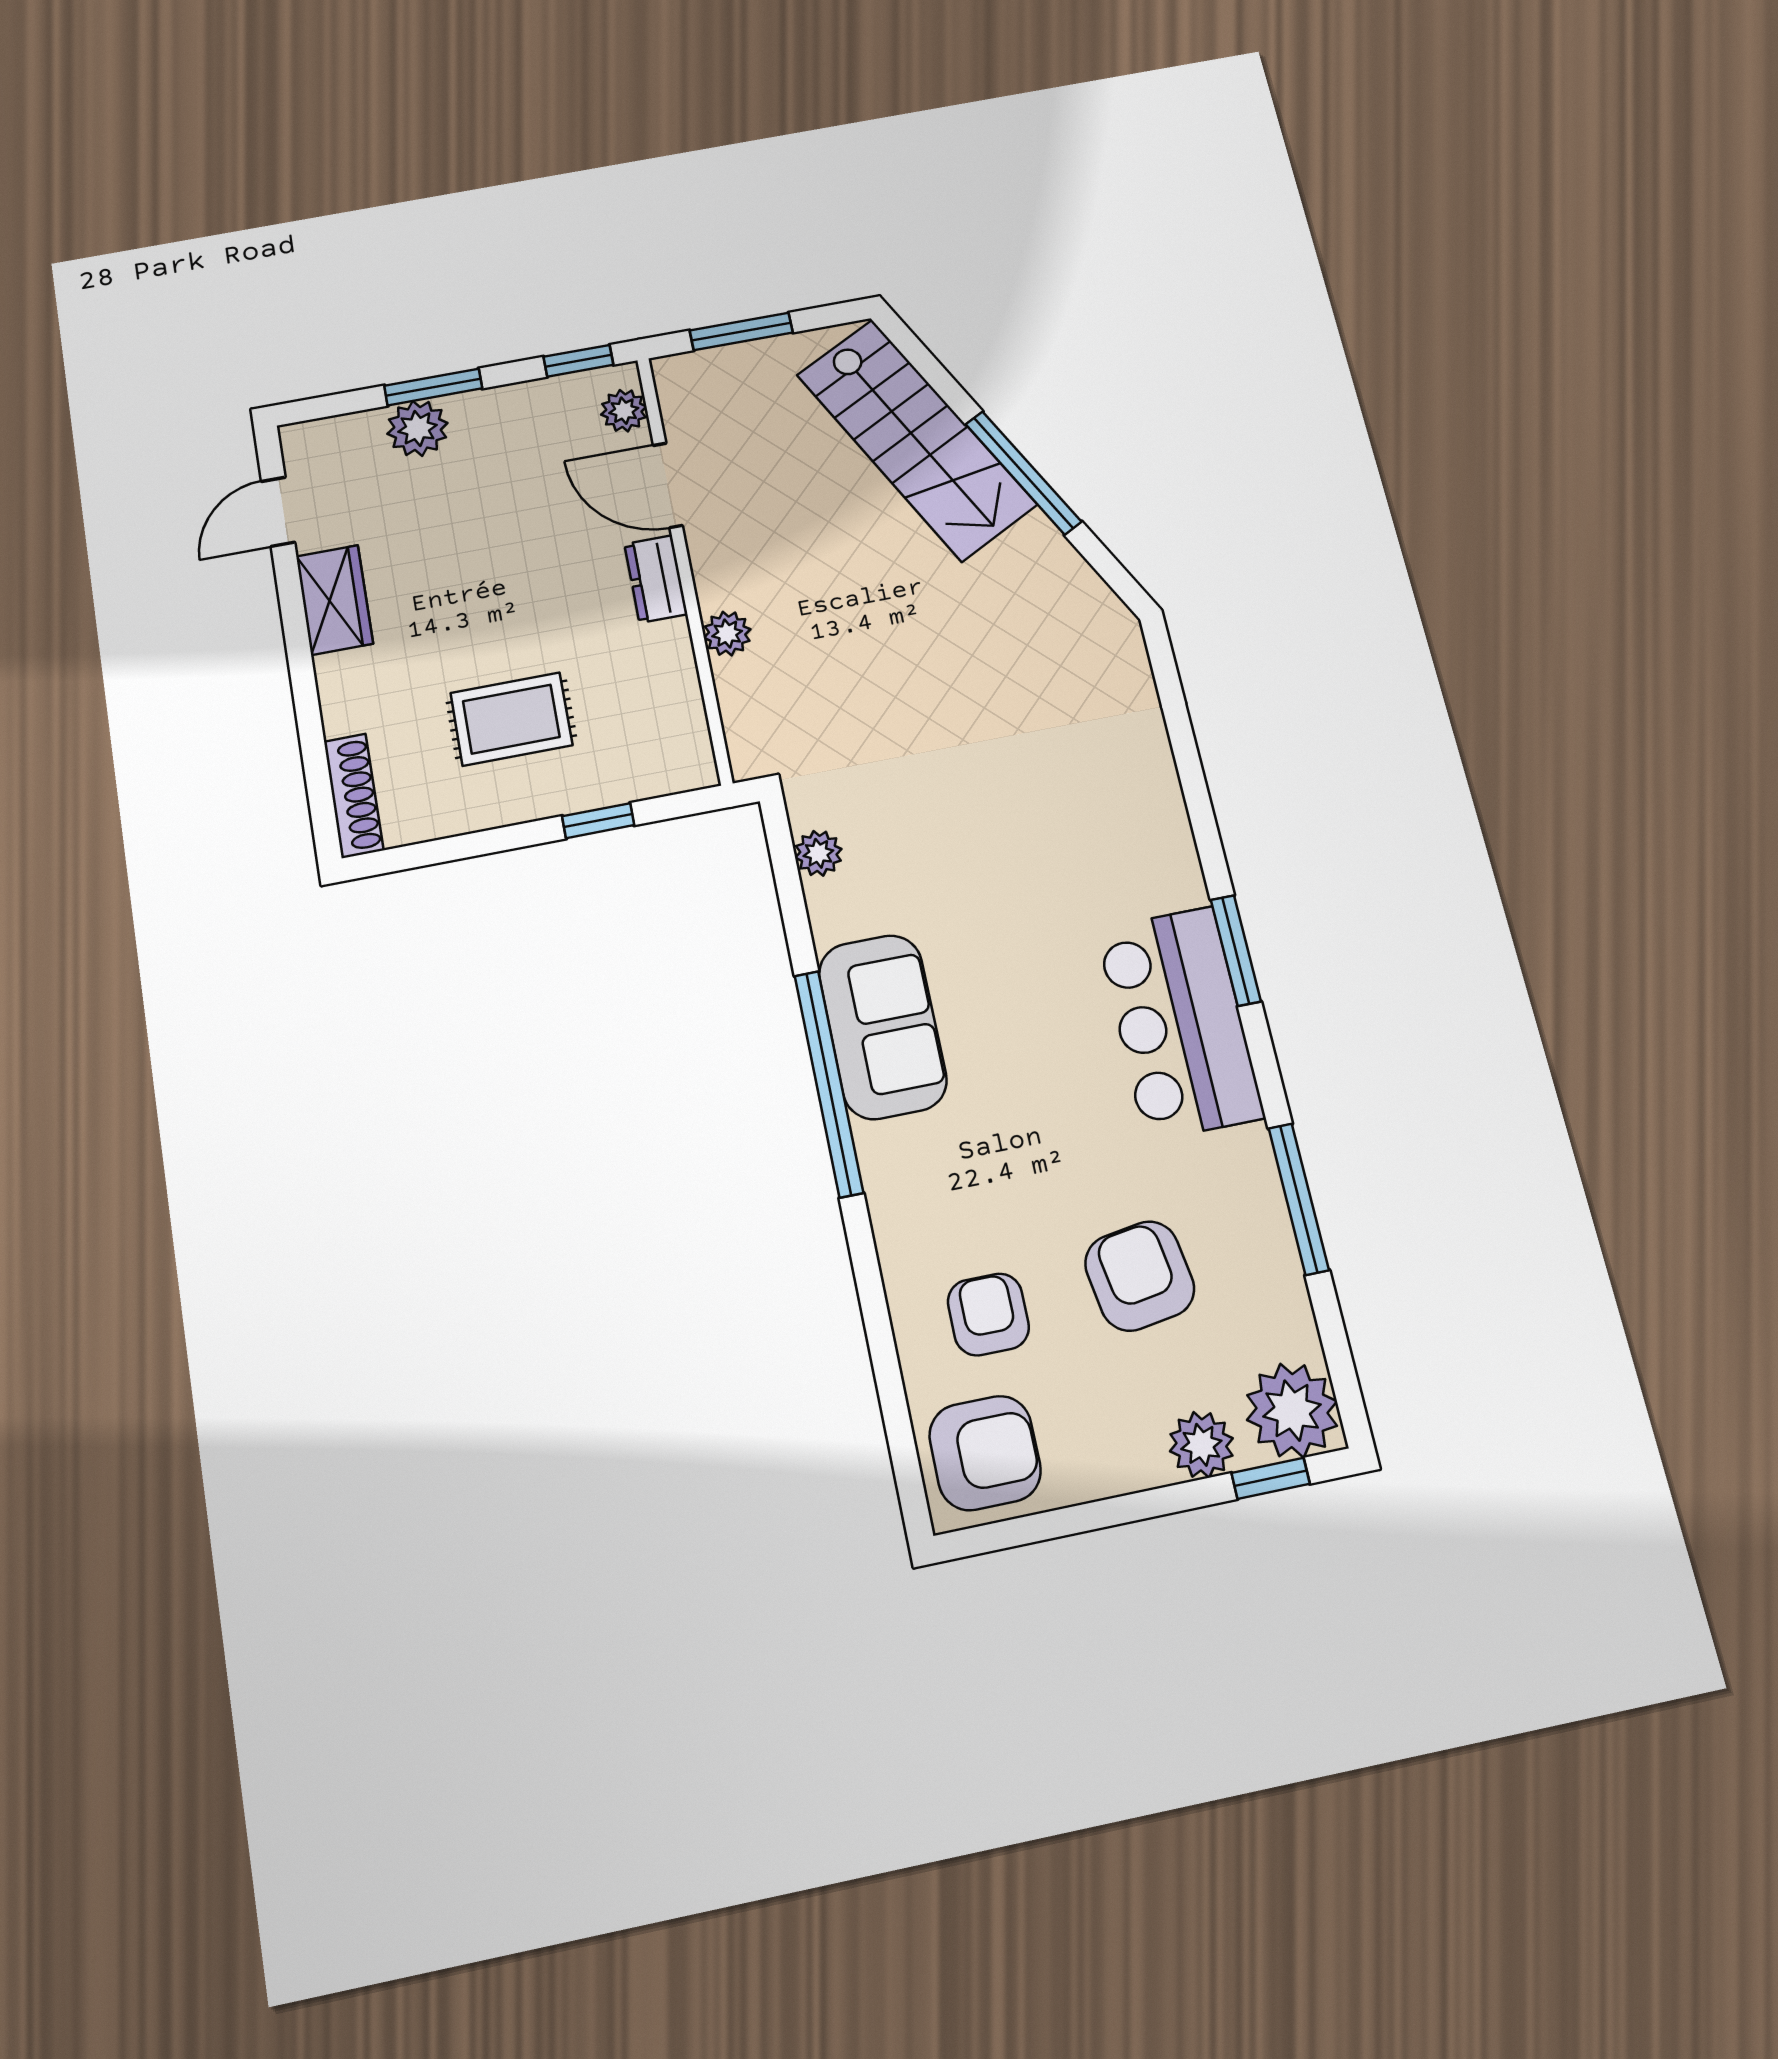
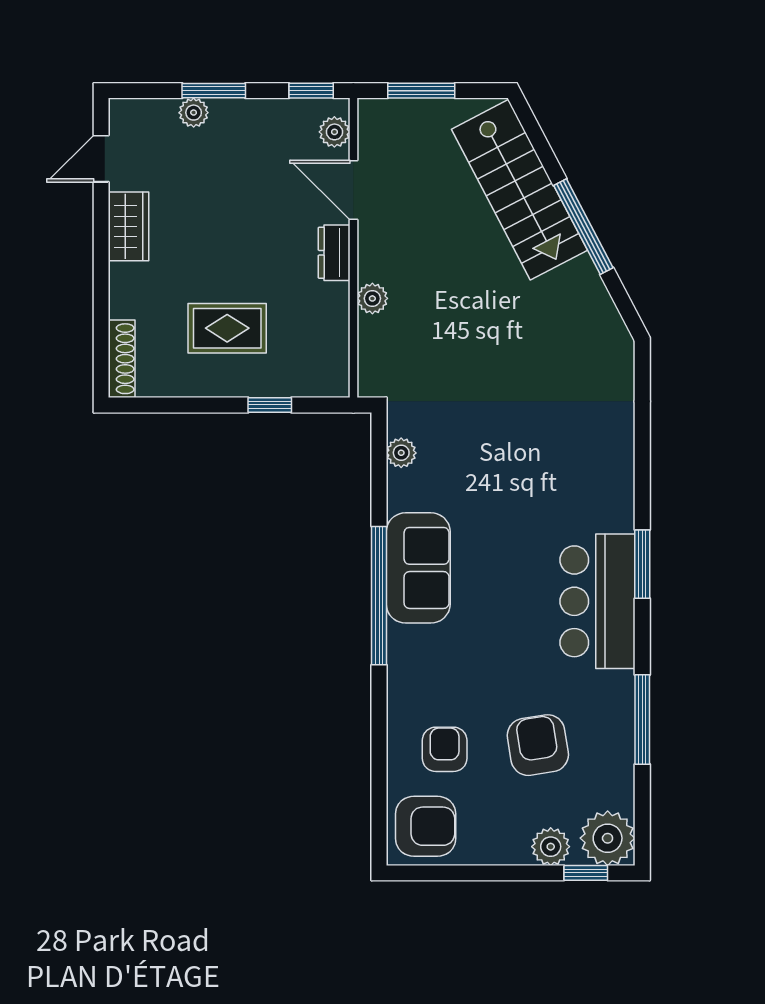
plant: (417, 428) -> (194, 113), width x0.73, depth x0.73

